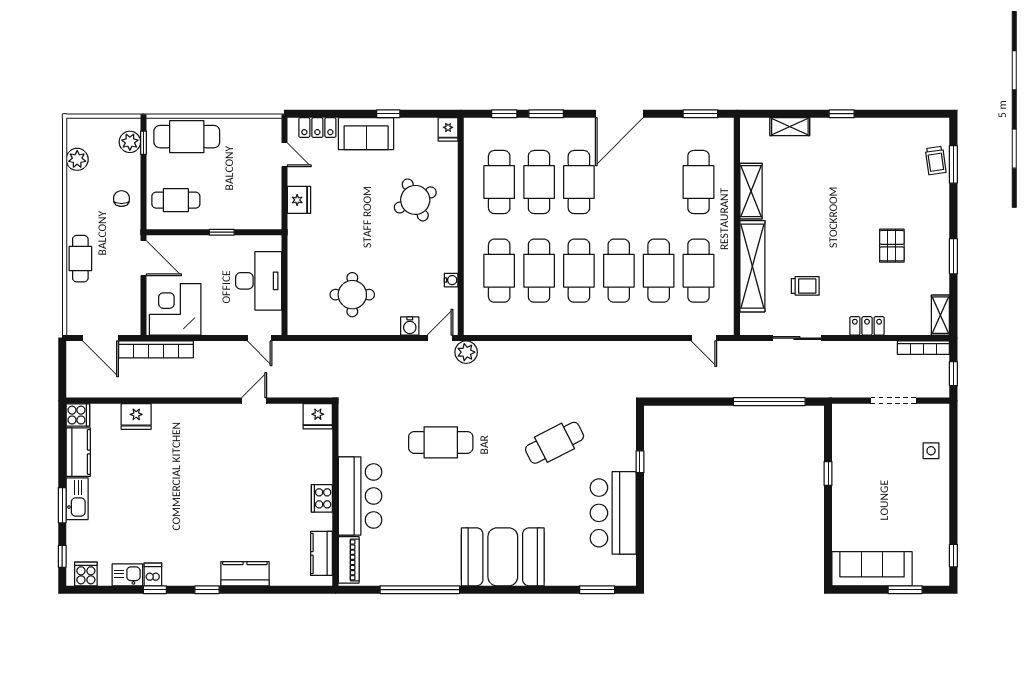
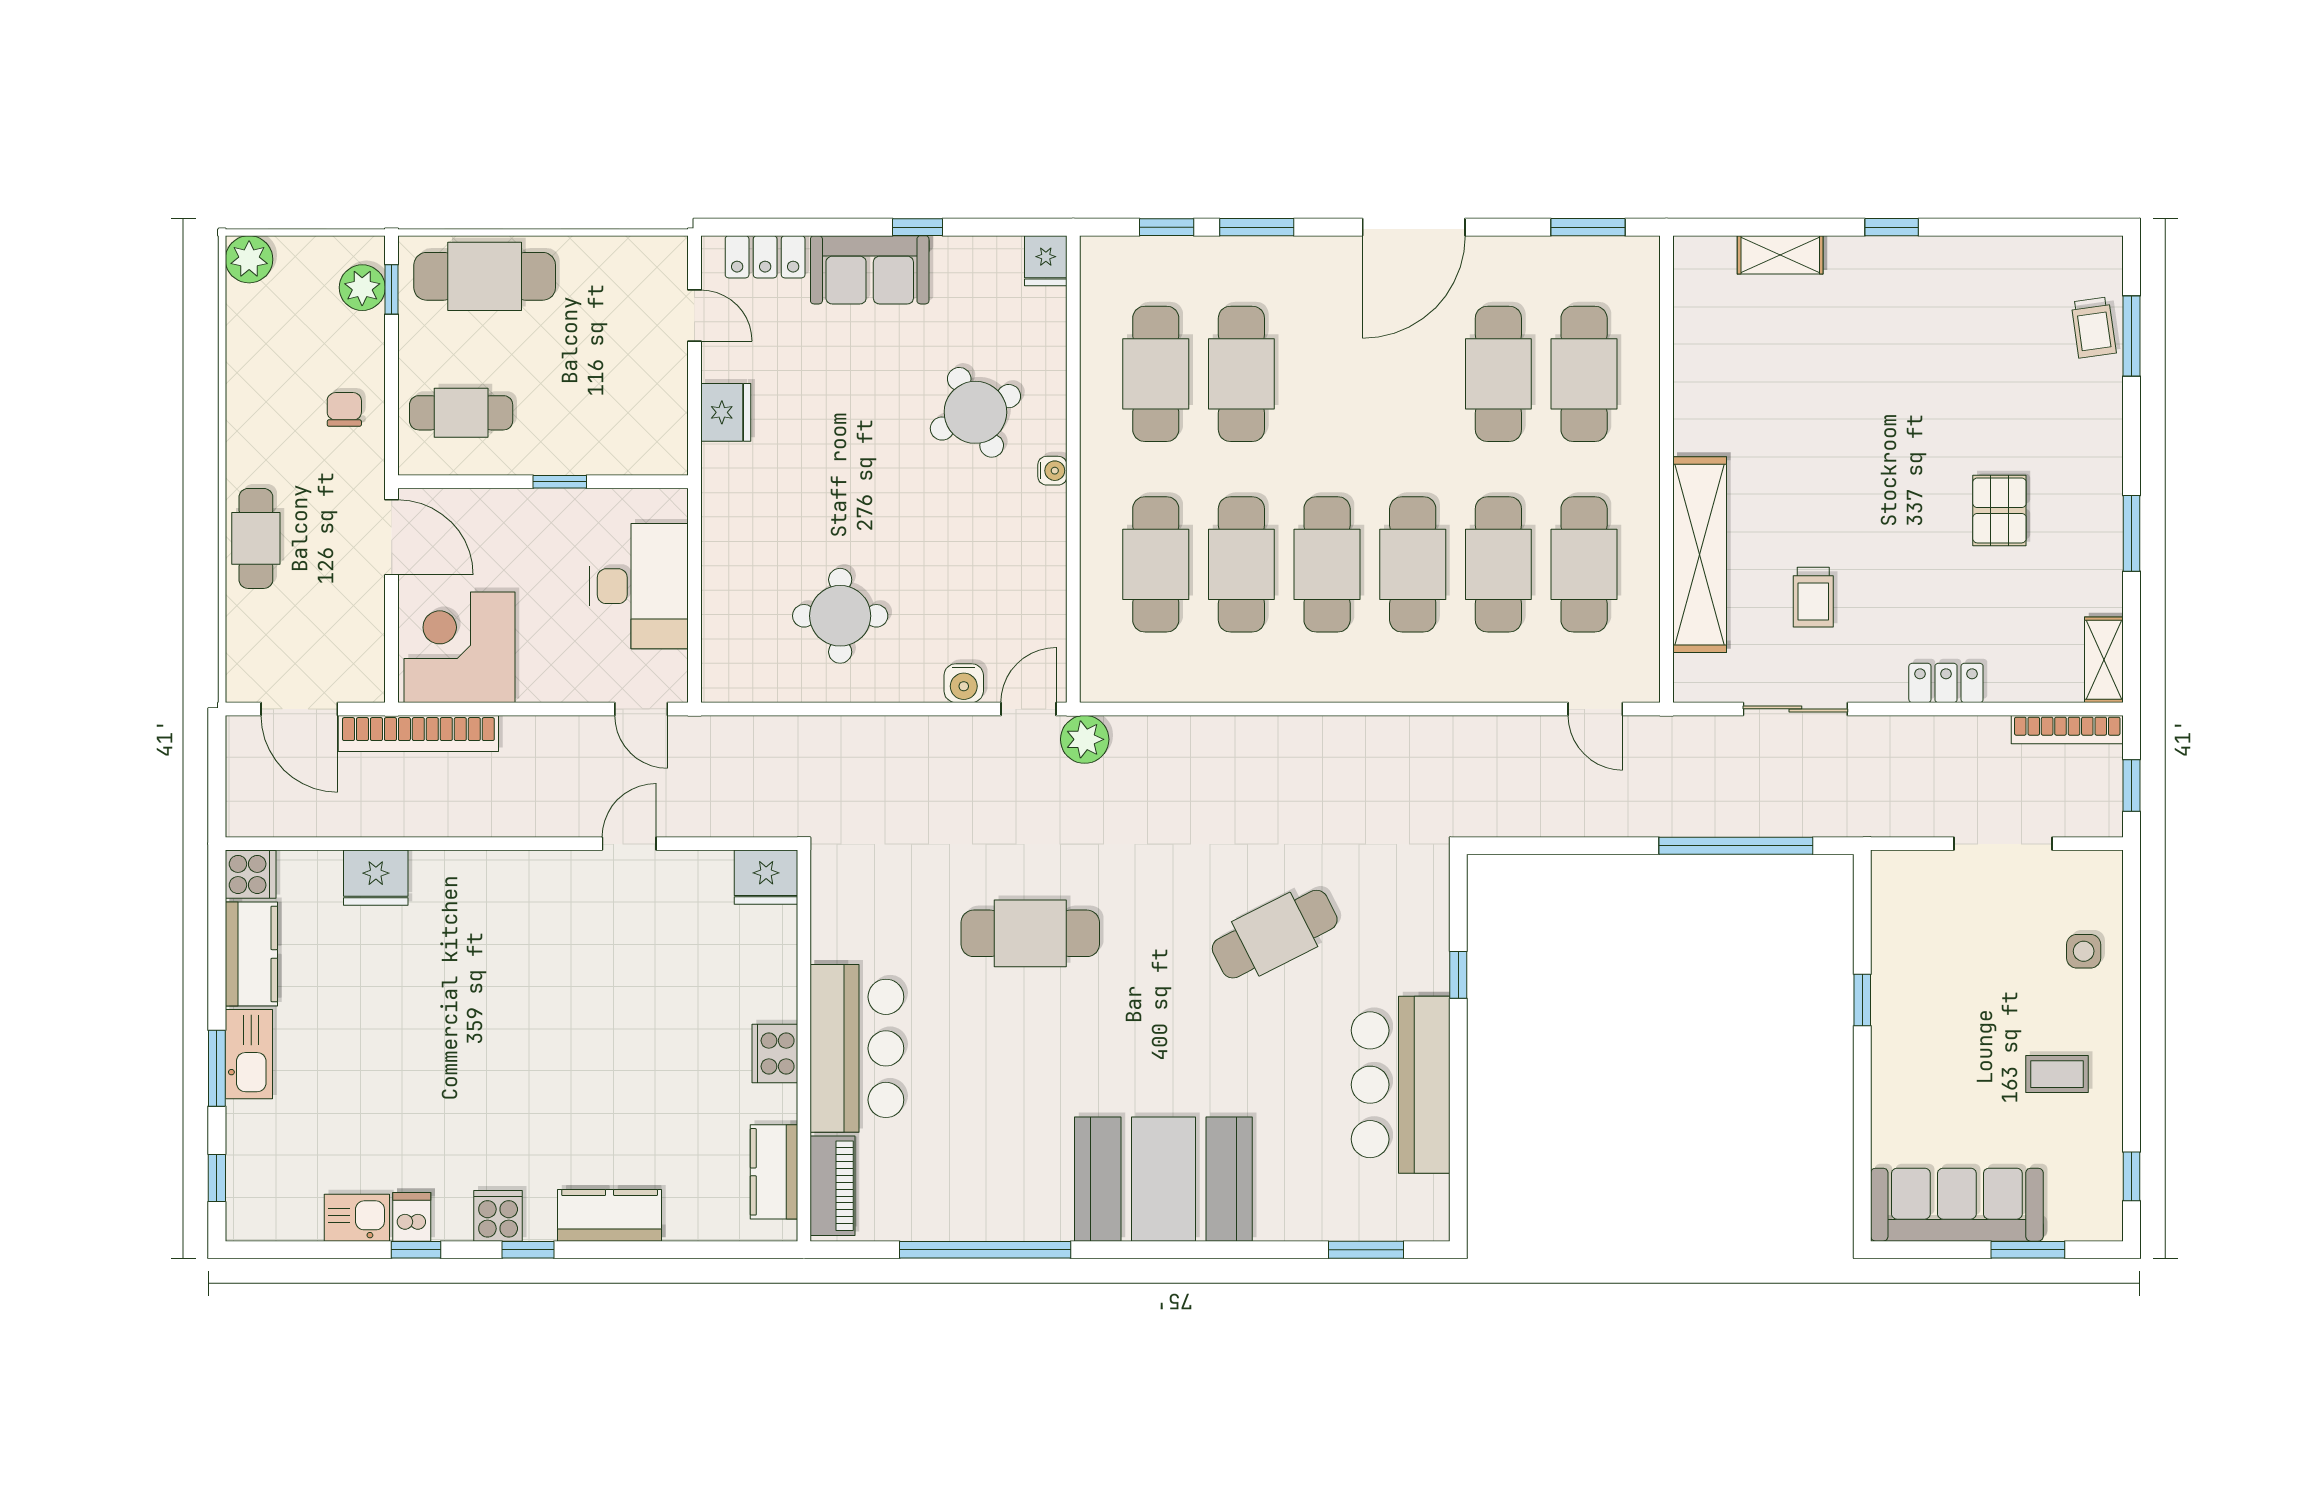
plant: (77, 159) -> (249, 259), moved
cafe table: (579, 182) -> (1498, 374), moved
shelving: (751, 191) -> (1697, 394), removed
water cooler: (451, 280) -> (1052, 471), moved
trolley: (805, 286) -> (1813, 597), turned 90
coffee table: (919, 508) -> (2057, 1074), added
cooker: (86, 574) -> (498, 1216), moved

